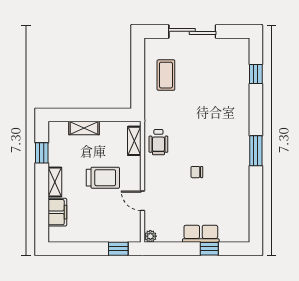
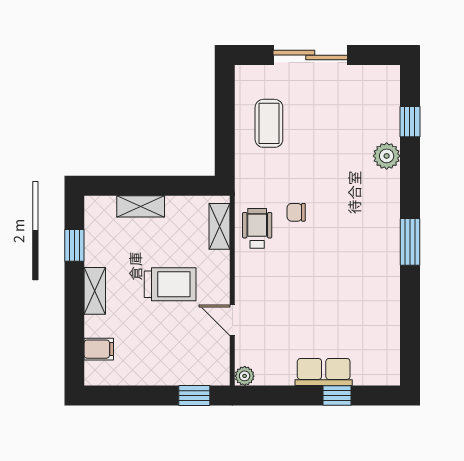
plant: (241, 96) -> (387, 156), added
wheelchair: (158, 142) -> (257, 228), turned 180
chair: (197, 172) -> (296, 212), moved
filing cabinet: (57, 212) -> (99, 349), width x0.50

